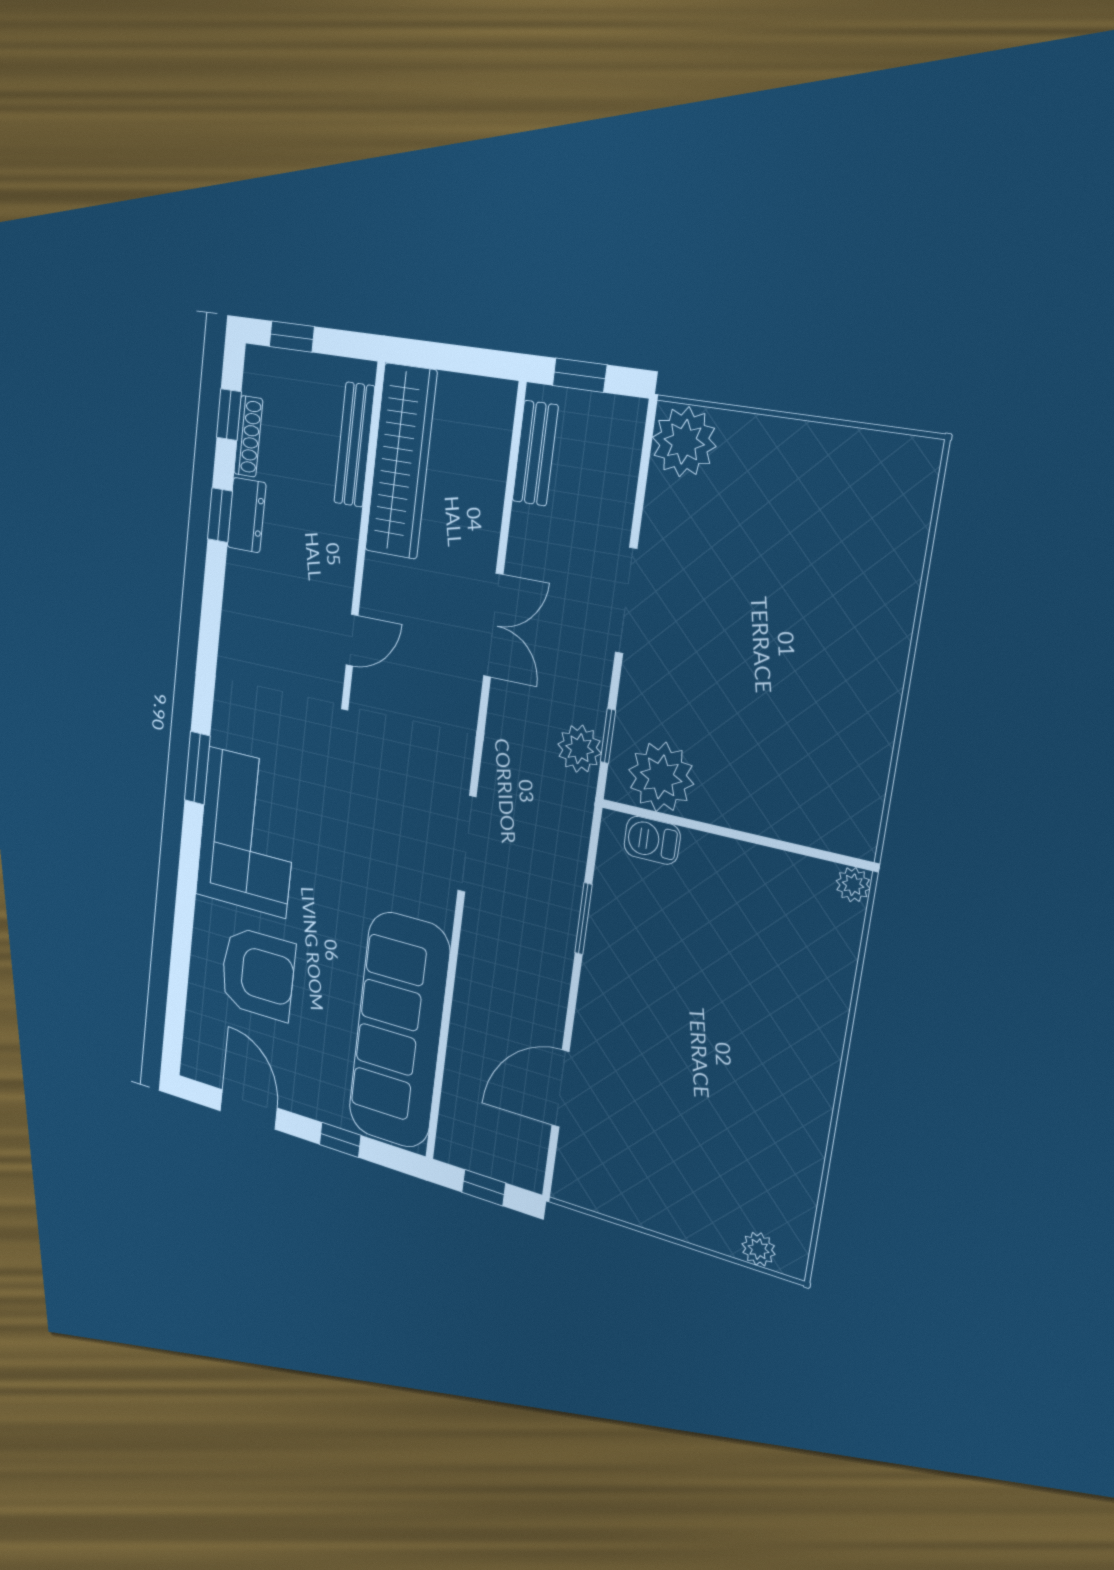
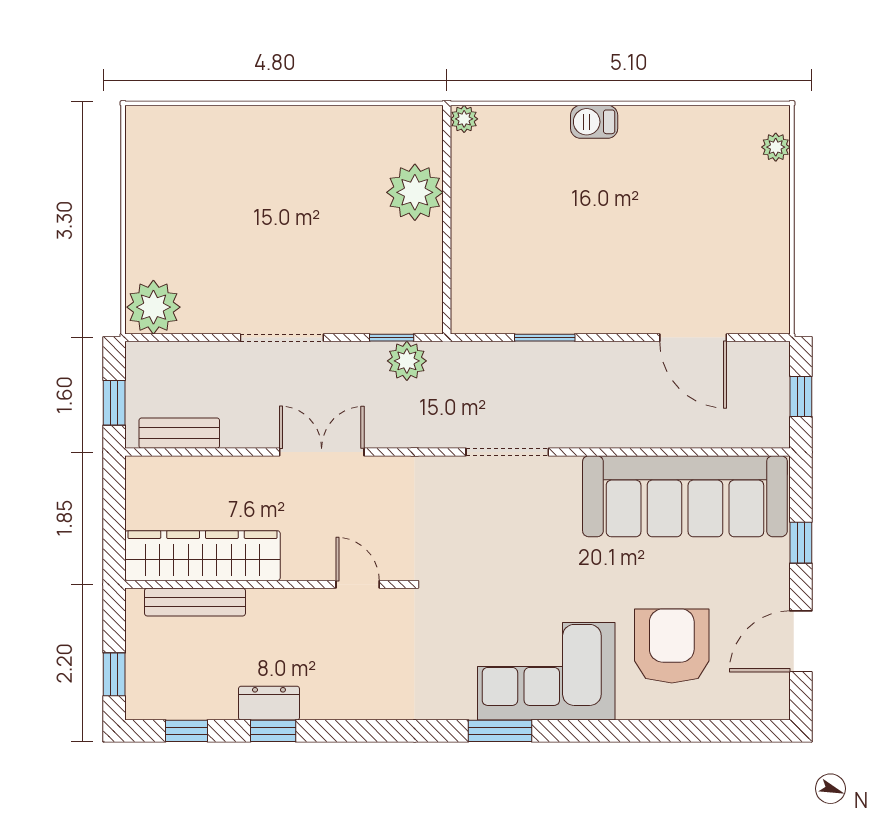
shoe rack: (248, 436) -> (202, 709), removed
plant: (661, 777) -> (415, 192), moved
barbecue: (652, 840) -> (594, 122), moved, turned 90

